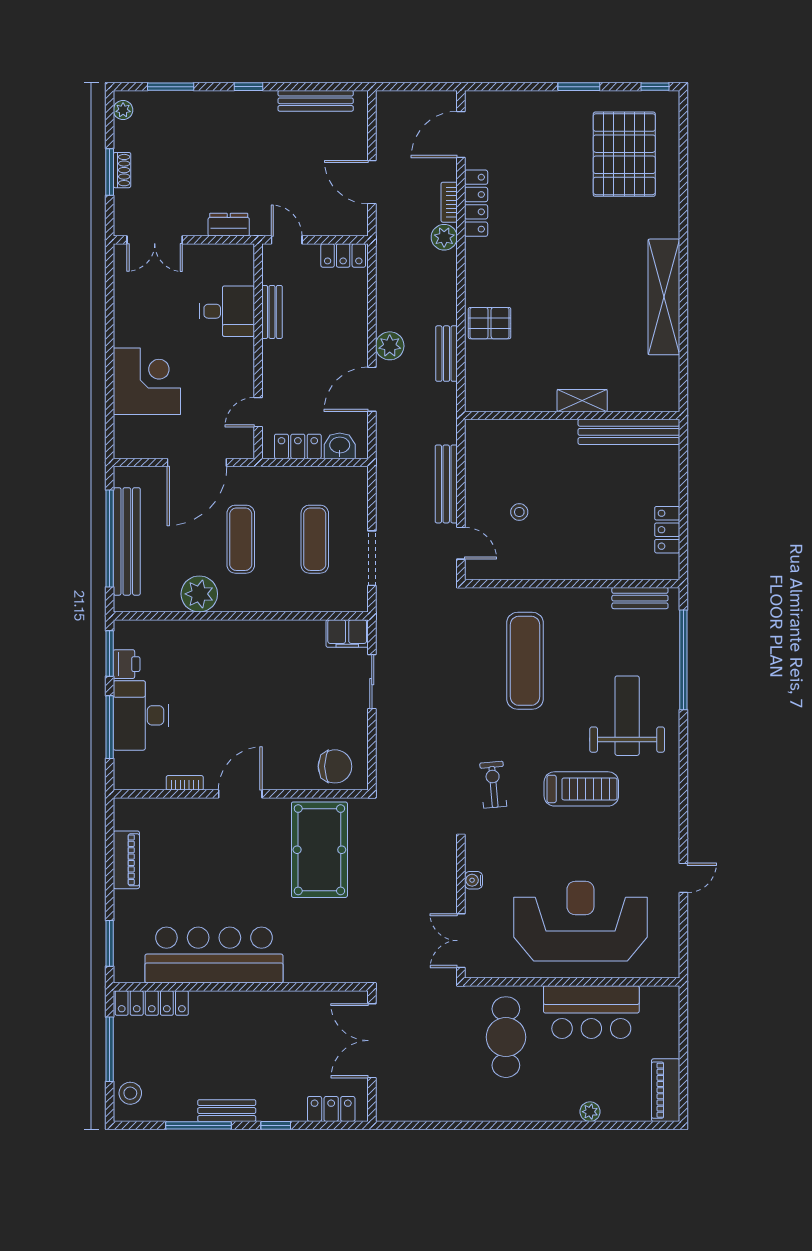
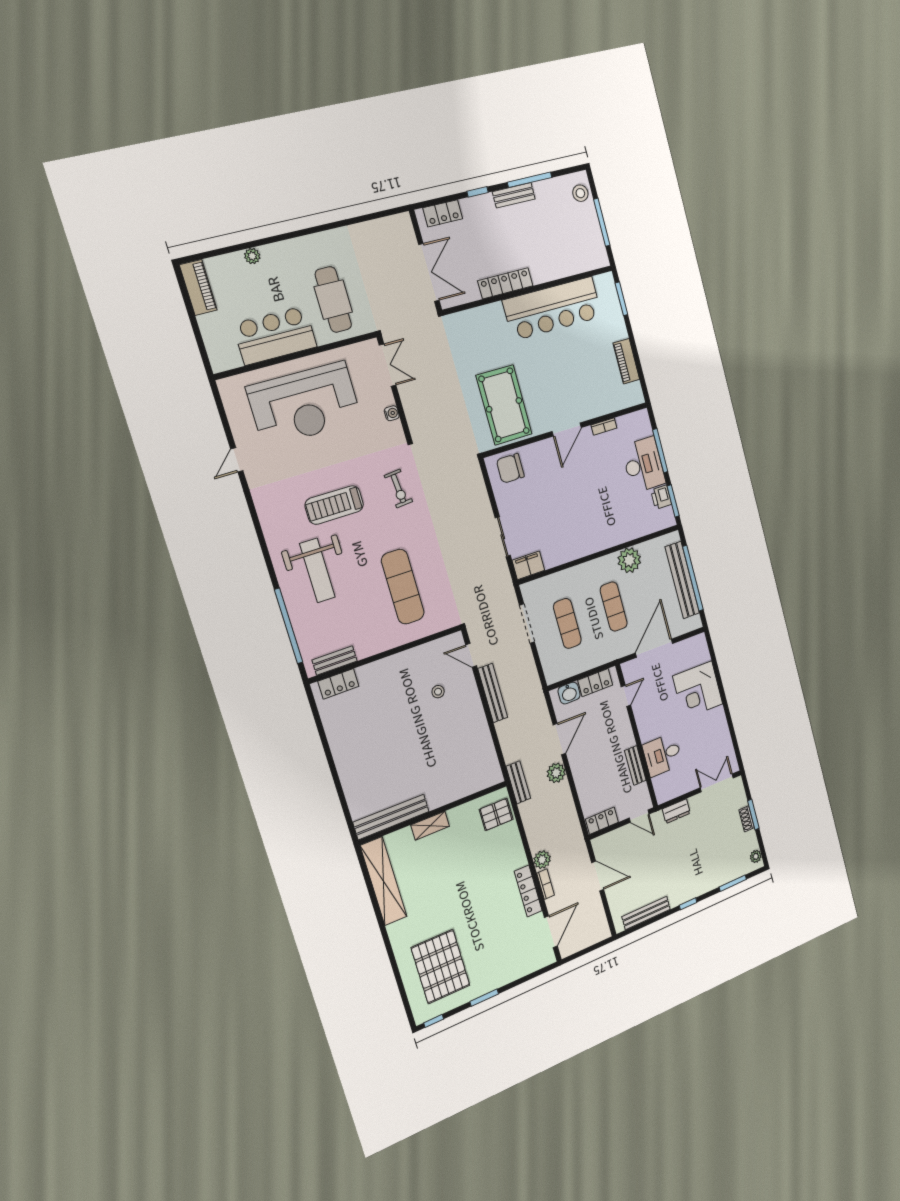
shelving: (582, 401) -> (430, 826), moved
wall: (572, 416) -> (434, 813), moved
bench: (629, 432) -> (391, 817), moved
locker: (667, 530) -> (338, 684), moved, turned 90
locker: (152, 1003) -> (505, 283), moved

